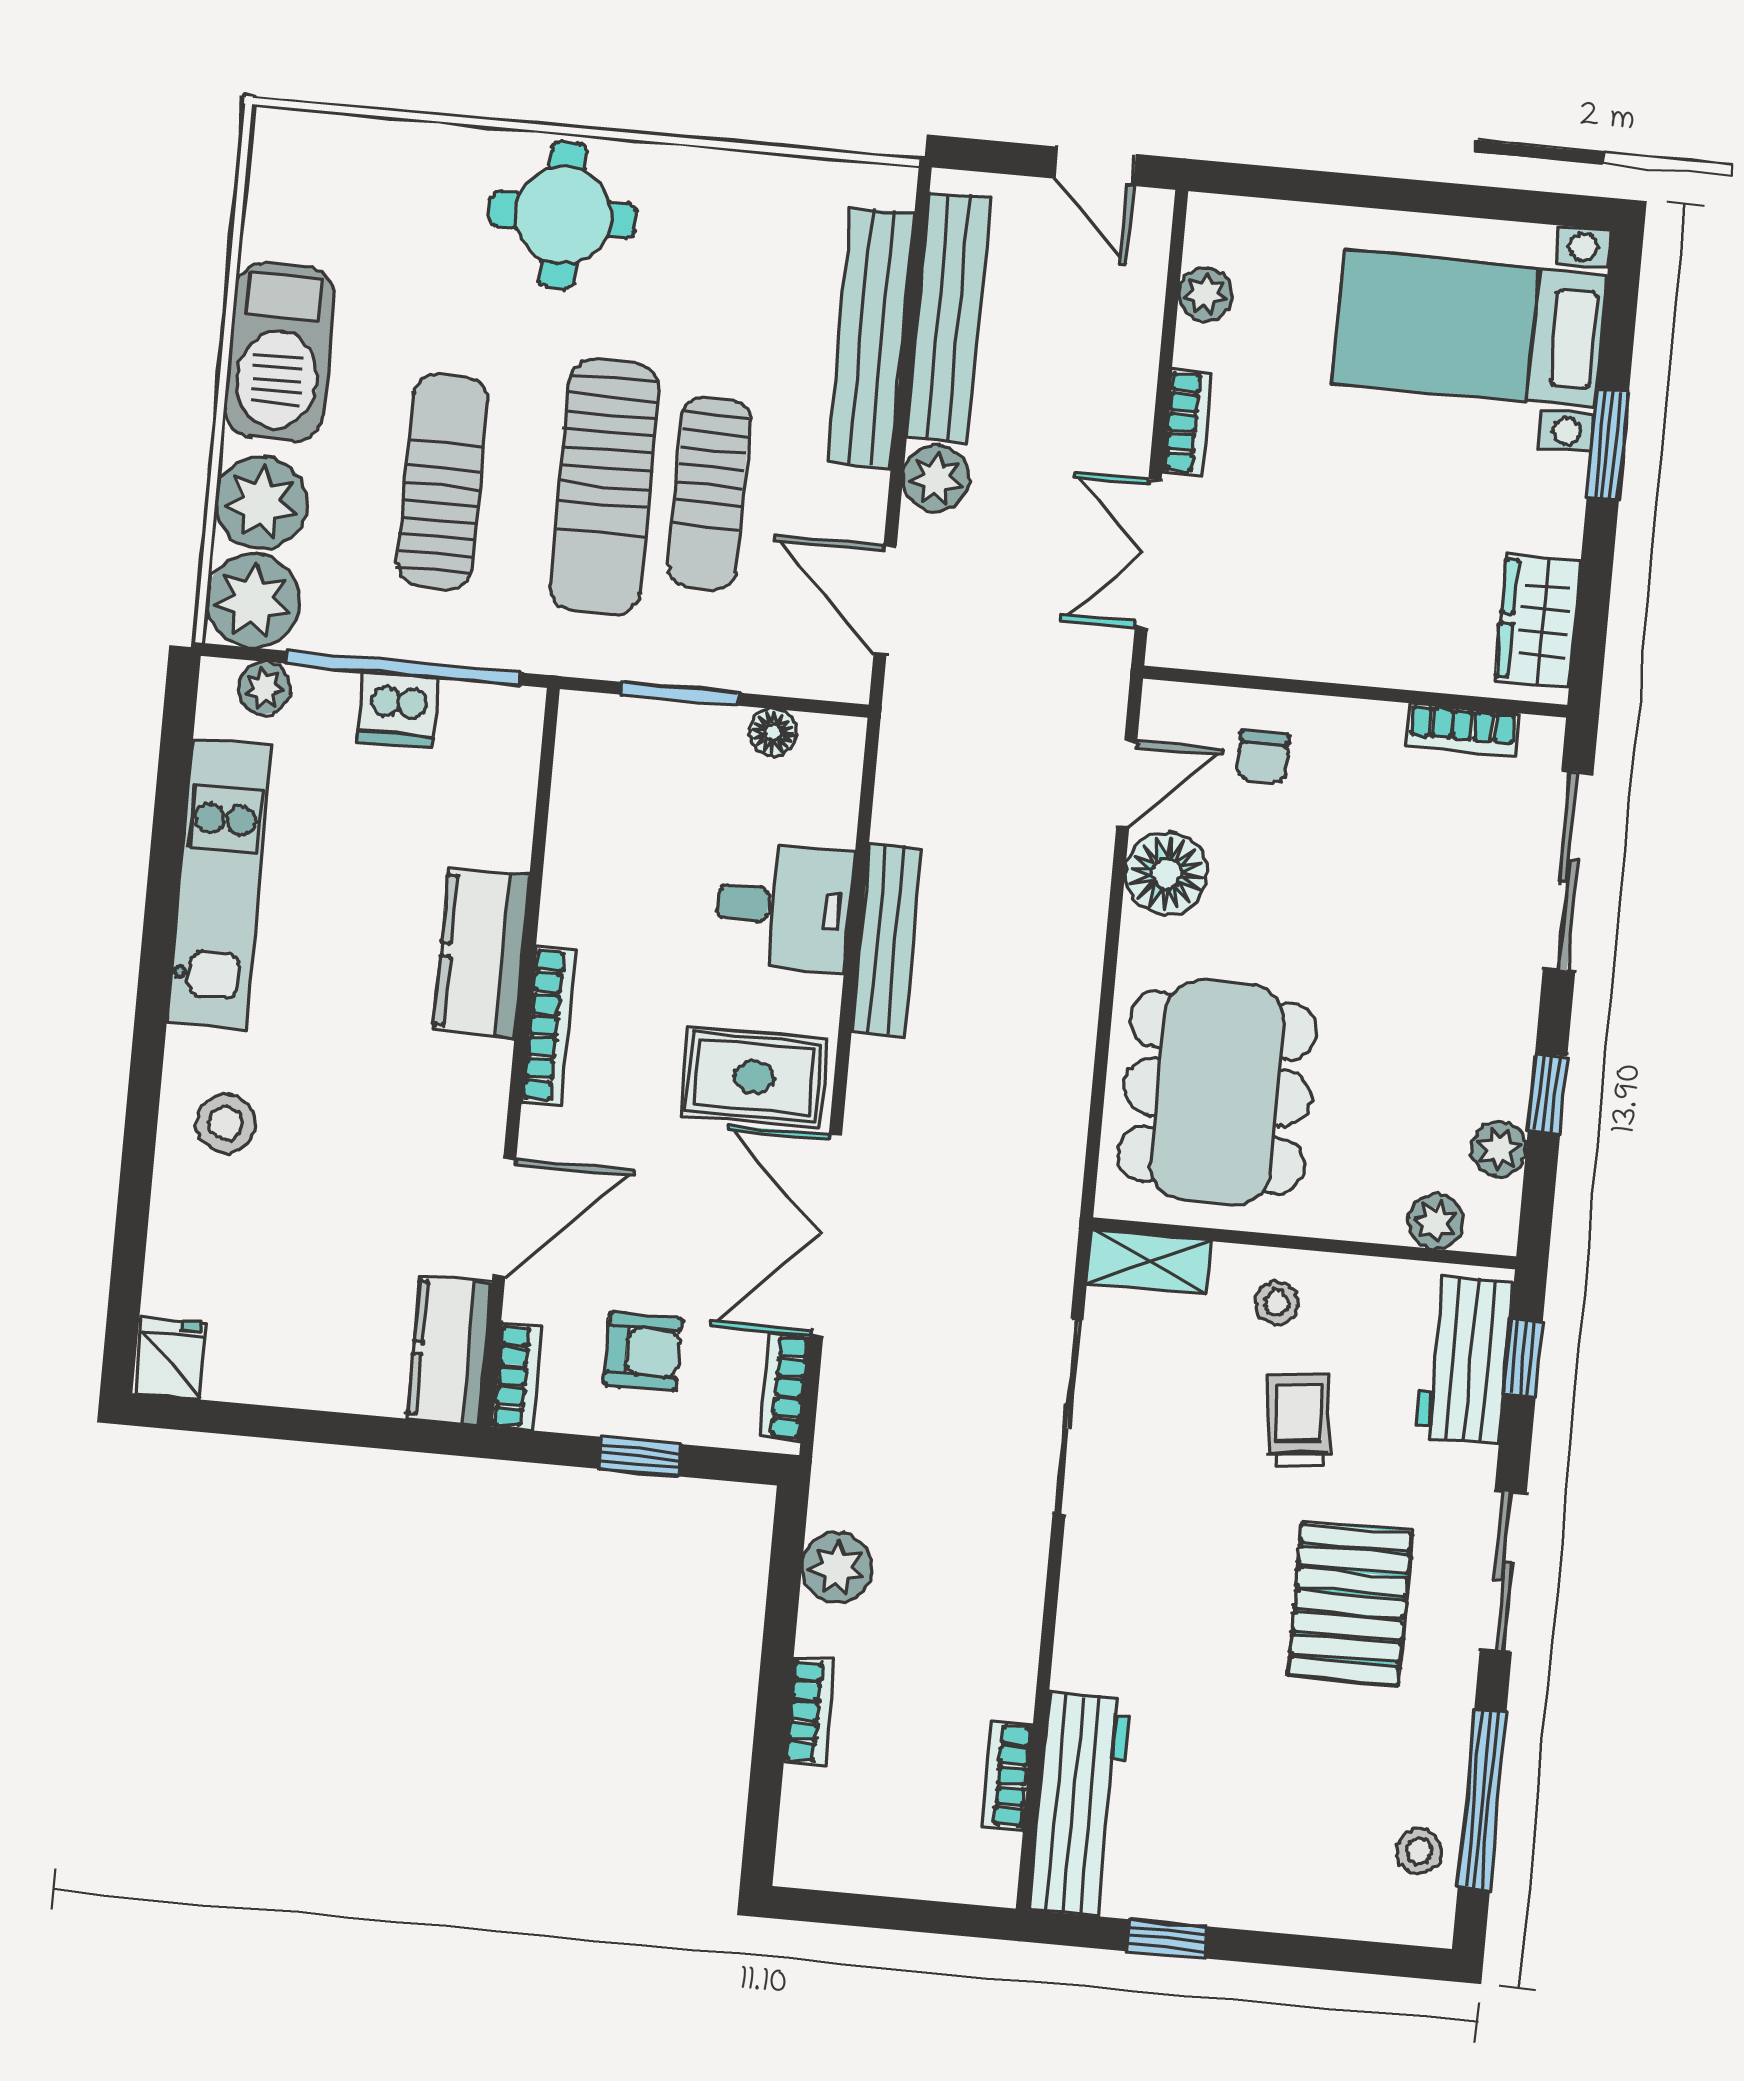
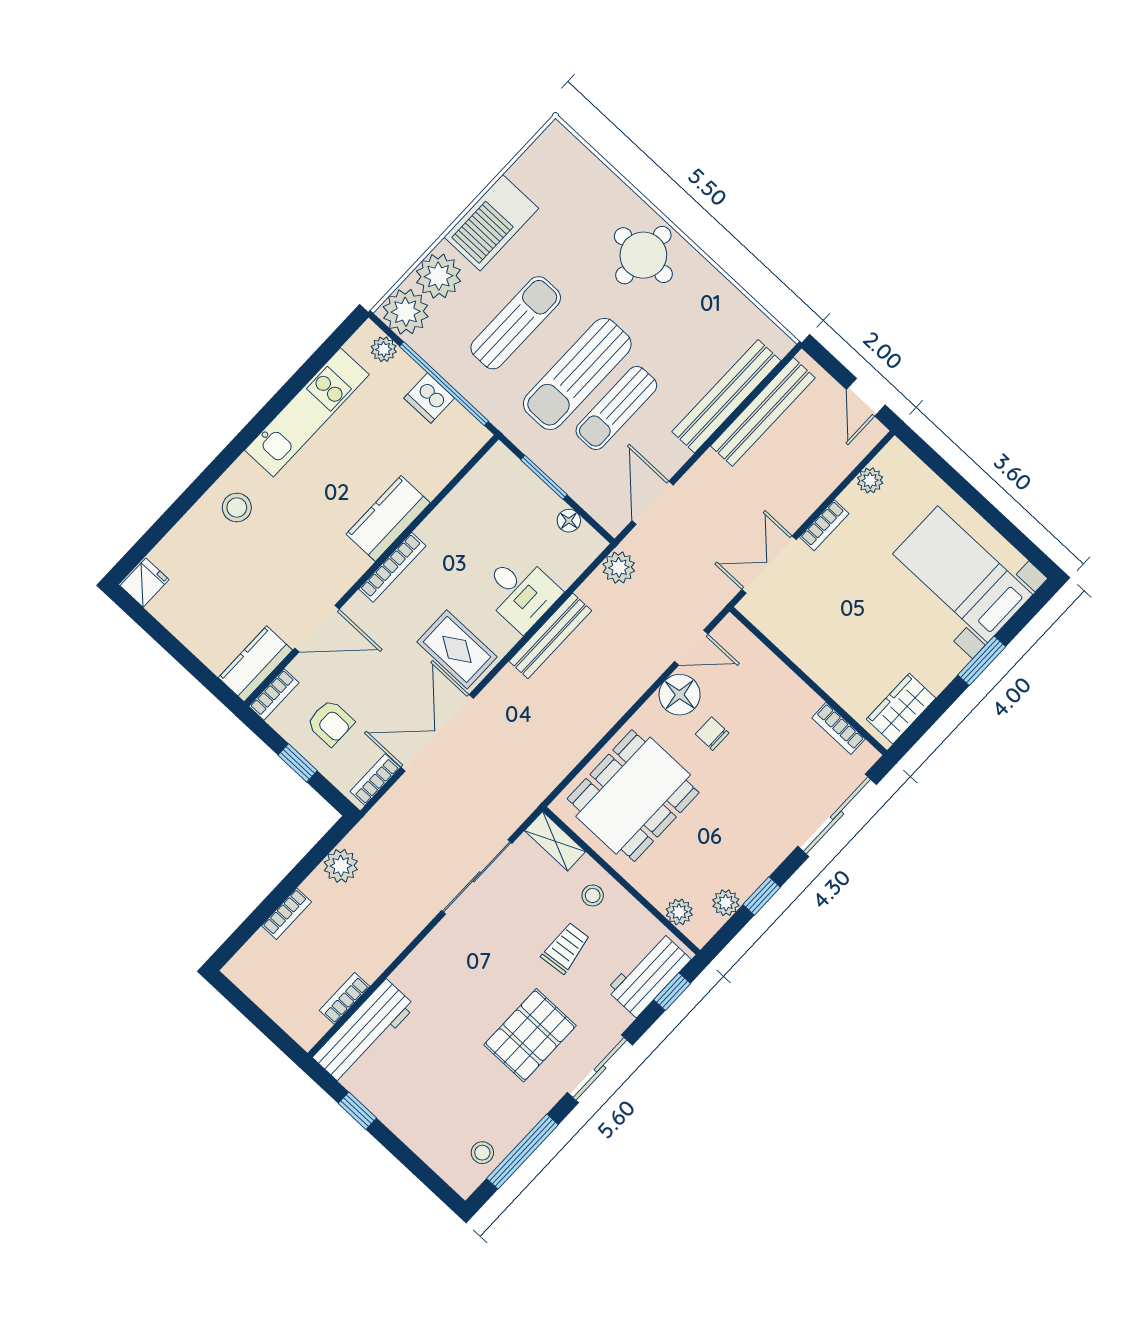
plant: (936, 478) -> (619, 567), moved
chair: (1263, 757) -> (712, 734), moved, turned 90

